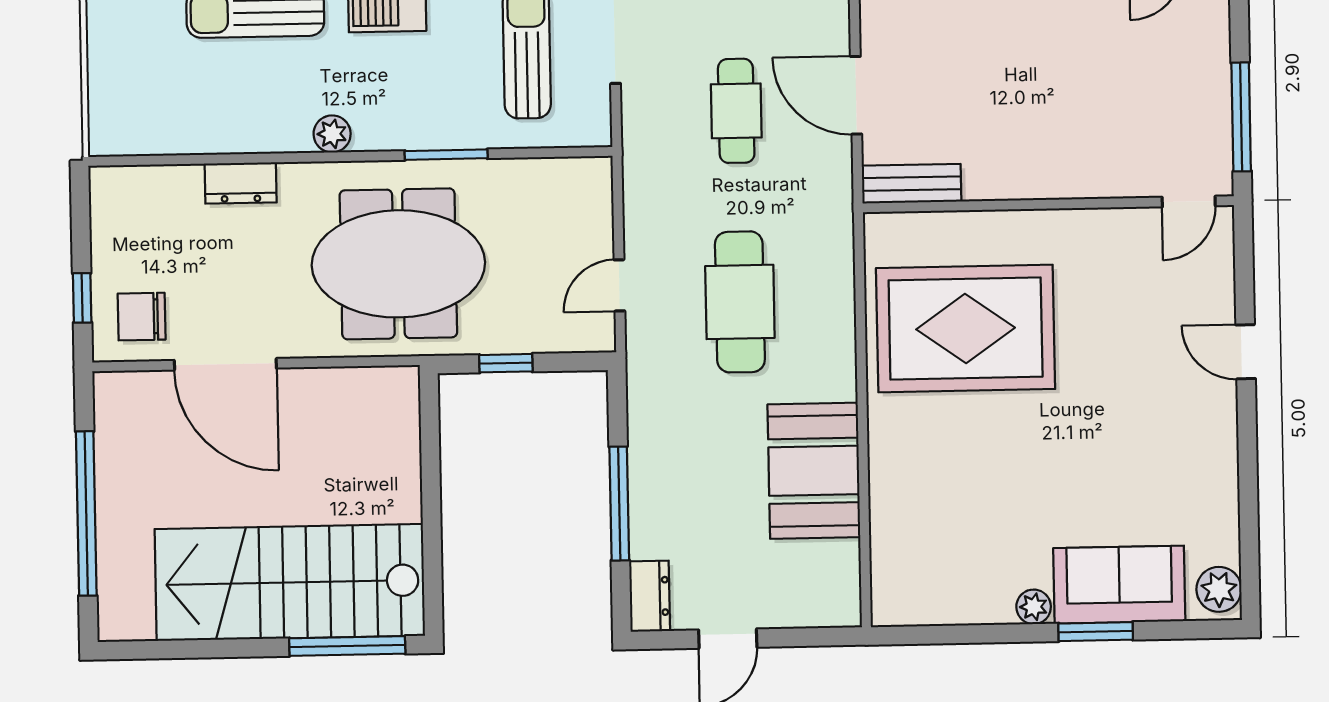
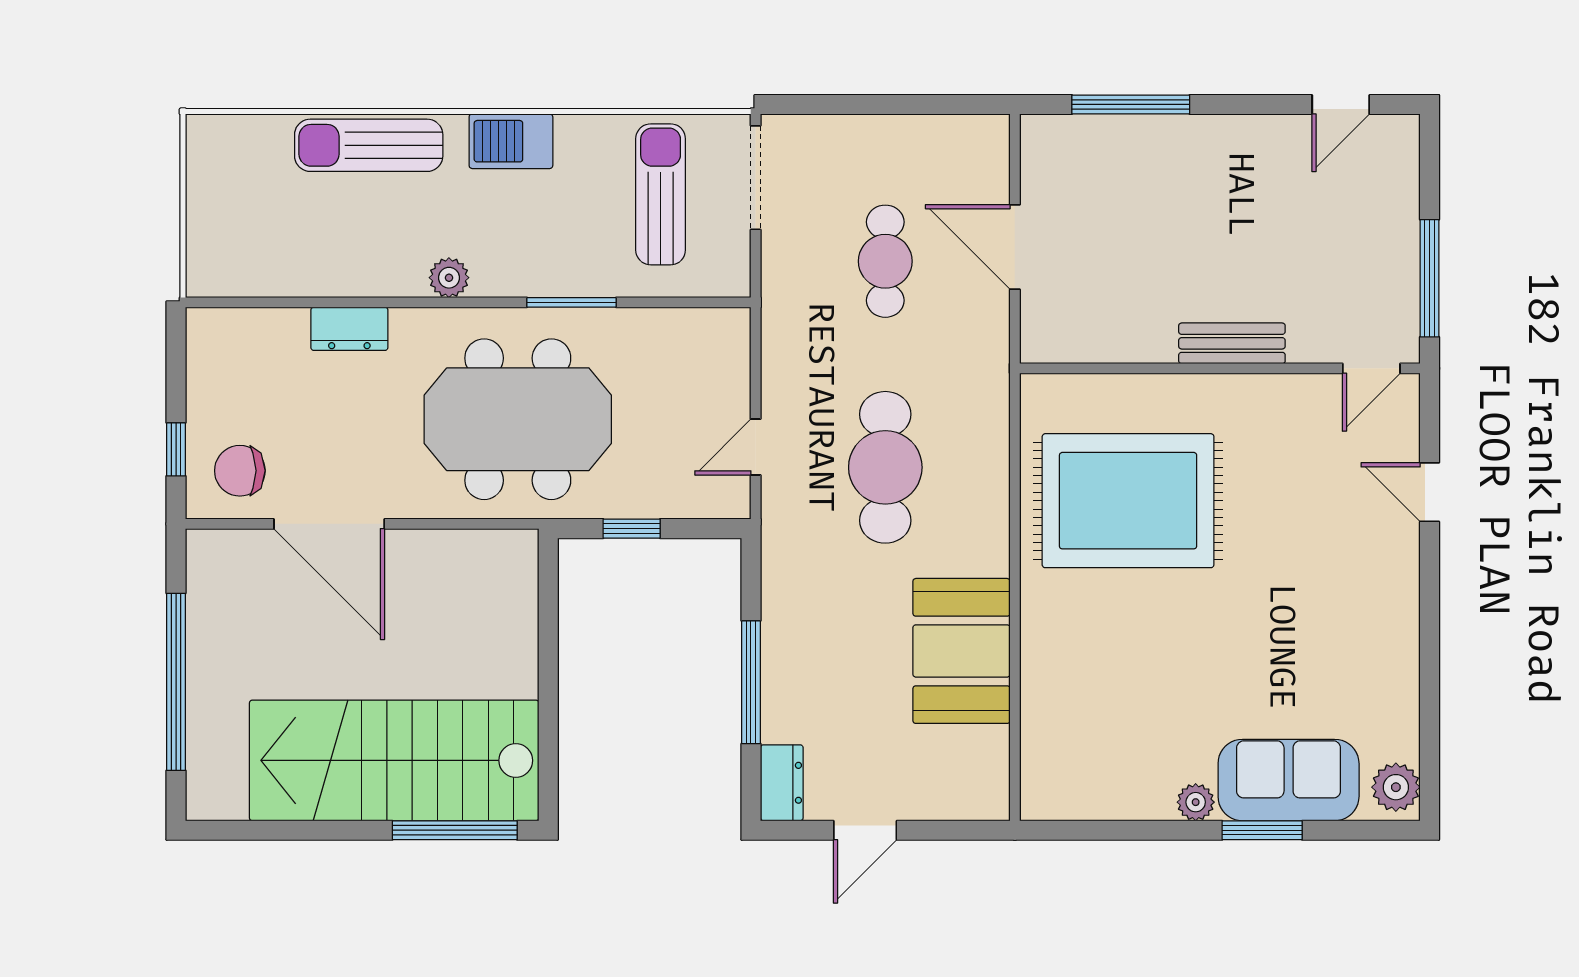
bench: (912, 184) -> (1232, 343), moved
door: (1246, 352) -> (1430, 492), moved

